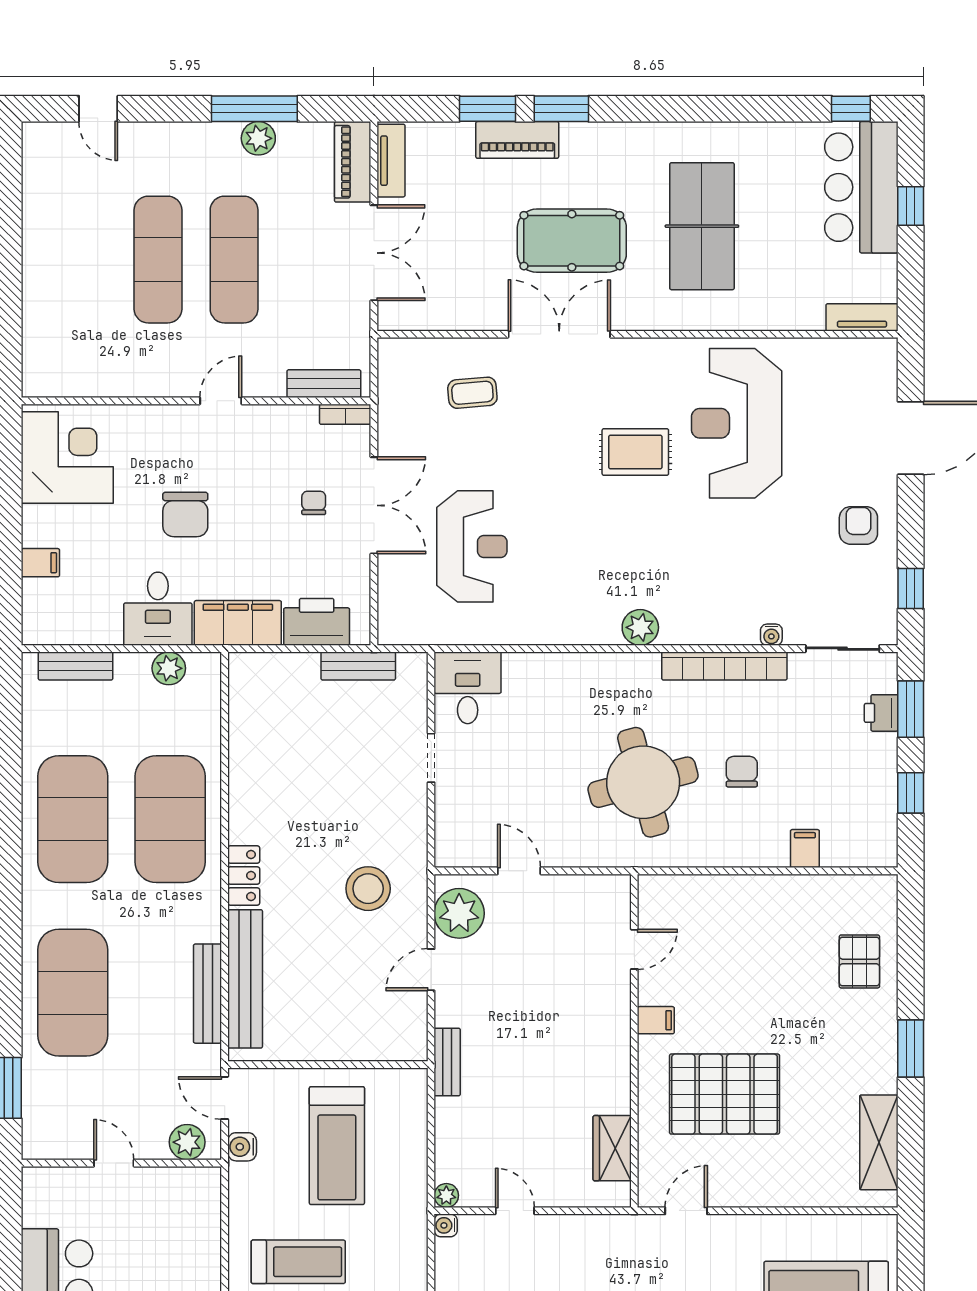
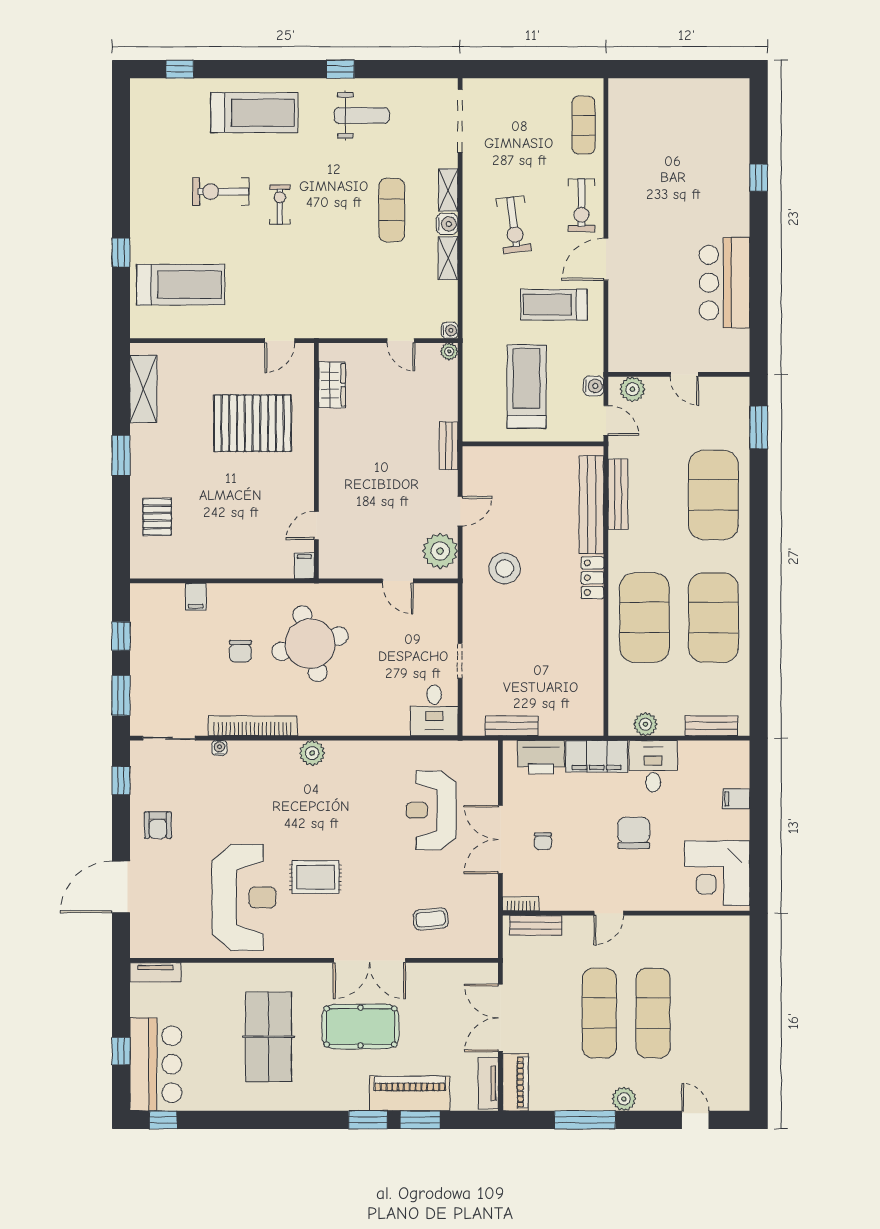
plant: (258, 138) -> (624, 1099), moved
piano: (517, 140) -> (410, 1093), width x1.37, depth x1.33
printer: (881, 713) -> (142, 693), removed
filing cabinet: (656, 1020) -> (304, 566), moved, turned 90

